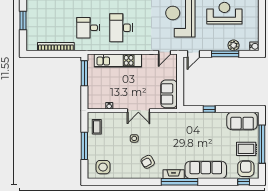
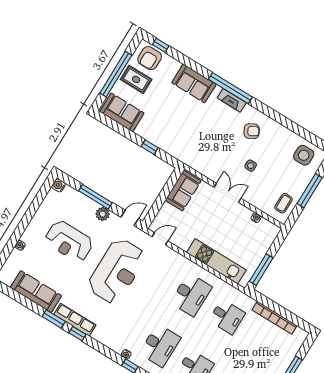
plant: (233, 45) -> (103, 214), moved
sofa: (206, 170) -> (194, 83), width x0.73

